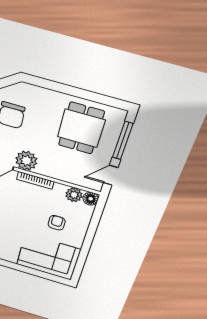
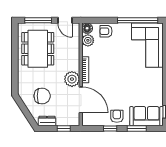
dining table: (81, 128) -> (38, 49), width x1.38
armchair: (57, 223) -> (106, 31), moved
window: (83, 256) -> (138, 20), added

